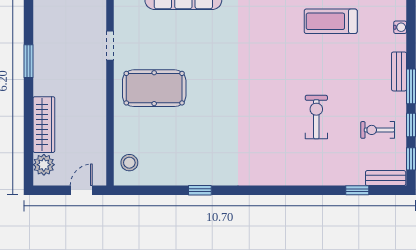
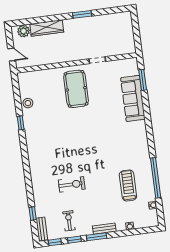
stool: (129, 163) -> (28, 103), moved

